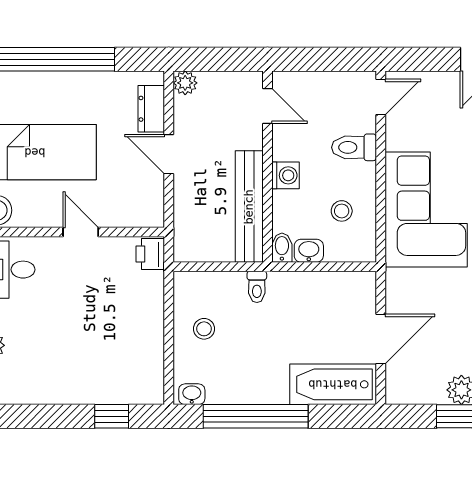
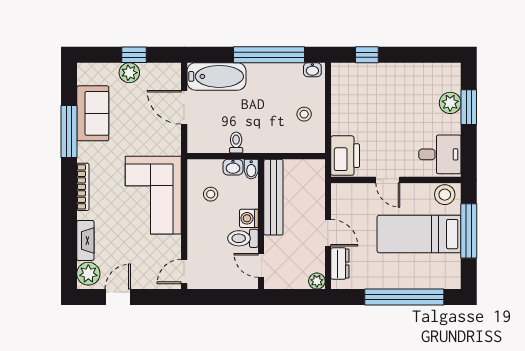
toilet: (354, 147) -> (243, 238), moved, turned 180
printer: (150, 254) -> (345, 156), width x1.87, depth x1.48
toilet: (257, 287) -> (236, 143), moved
door: (381, 339) -> (184, 107), hinge flipped

